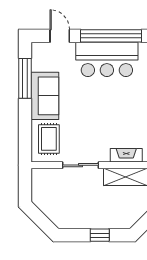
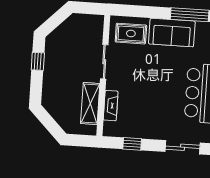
window: (100, 235) -> (38, 61), moved

